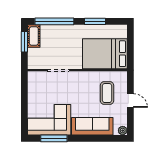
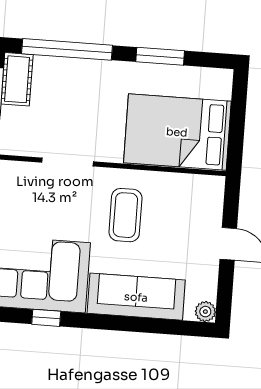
coffee table: (107, 93) -> (125, 215), moved
window: (54, 138) -> (46, 318), width x0.46

